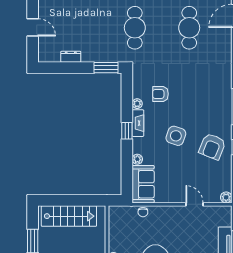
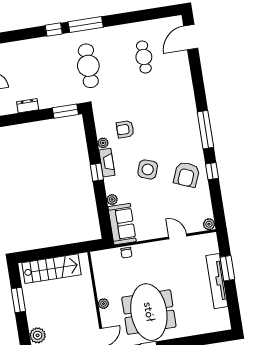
cafe table: (189, 28) -> (144, 57), width x0.73, depth x0.74

